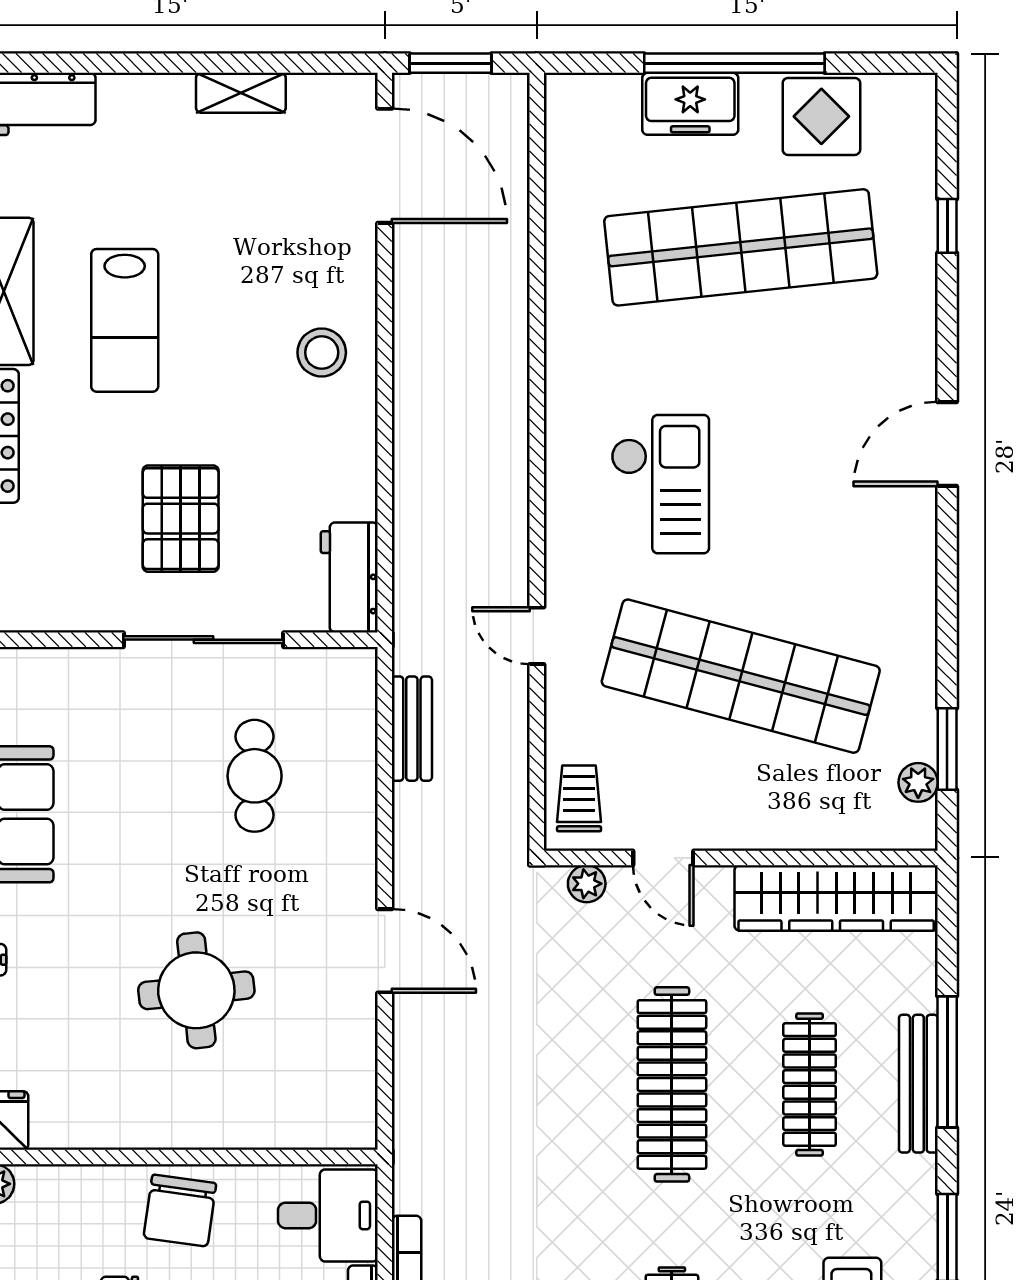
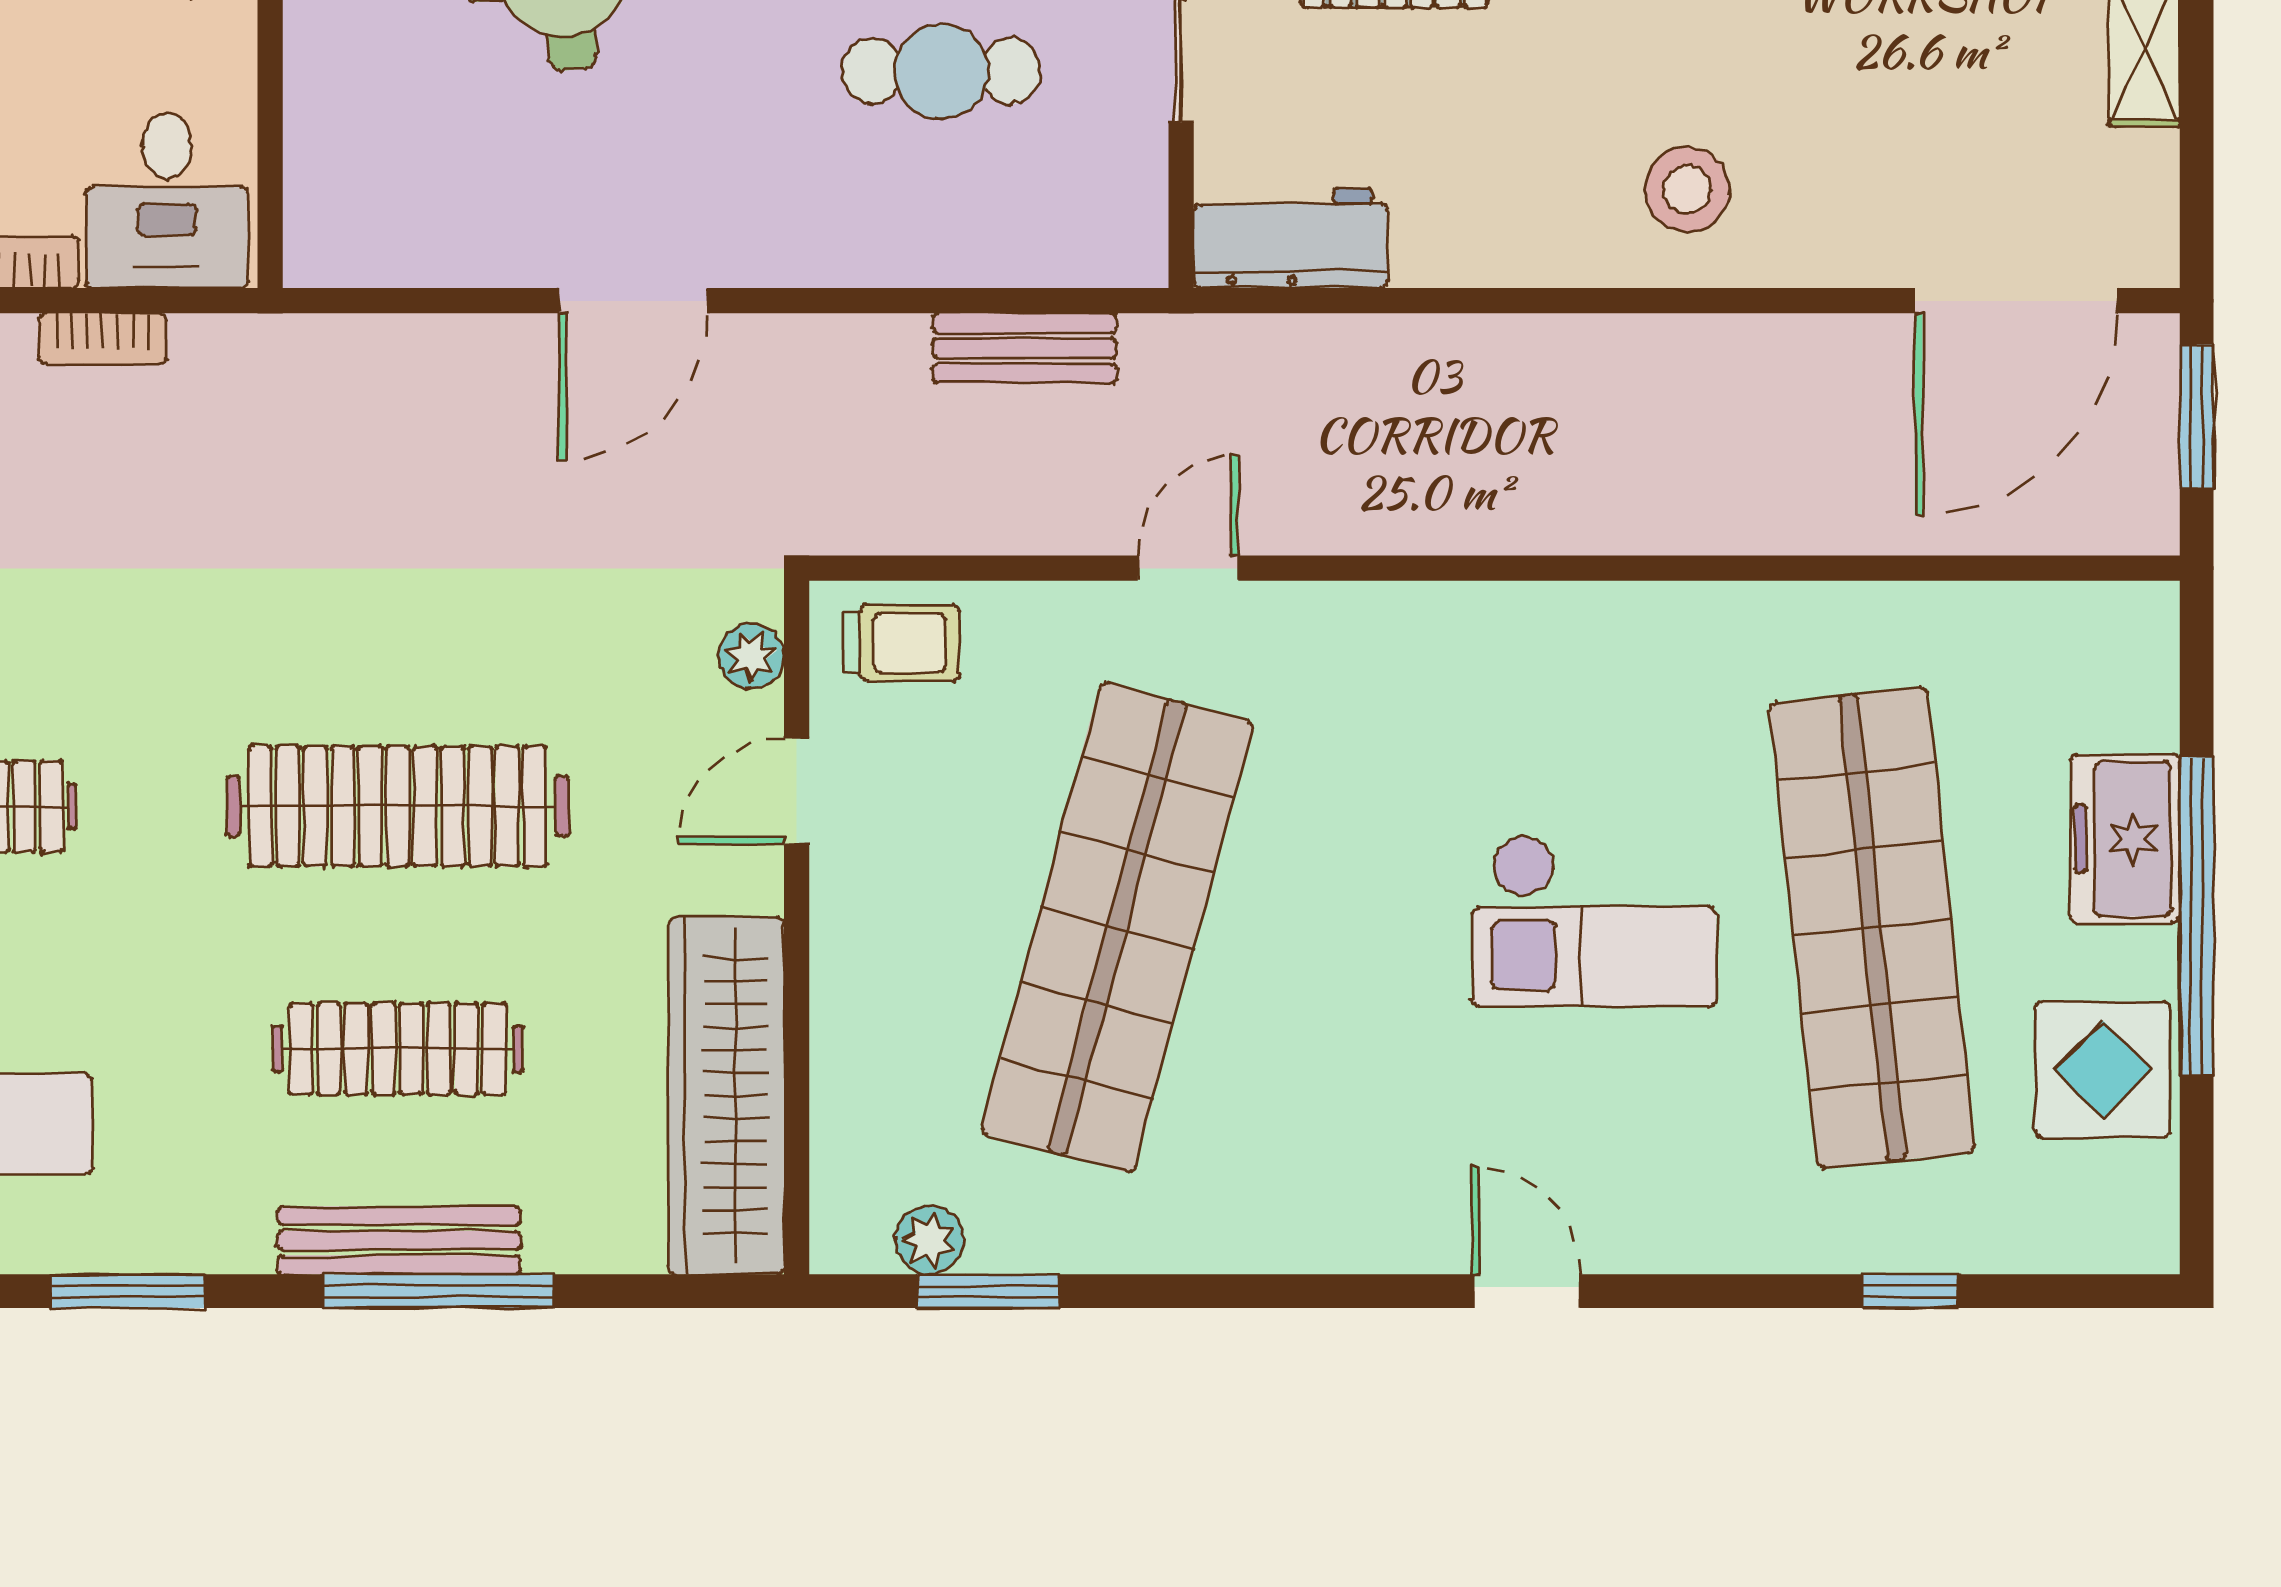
door: (947, 444) -> (1526, 1291), width x0.73
checkout: (660, 484) -> (1594, 921), moved

